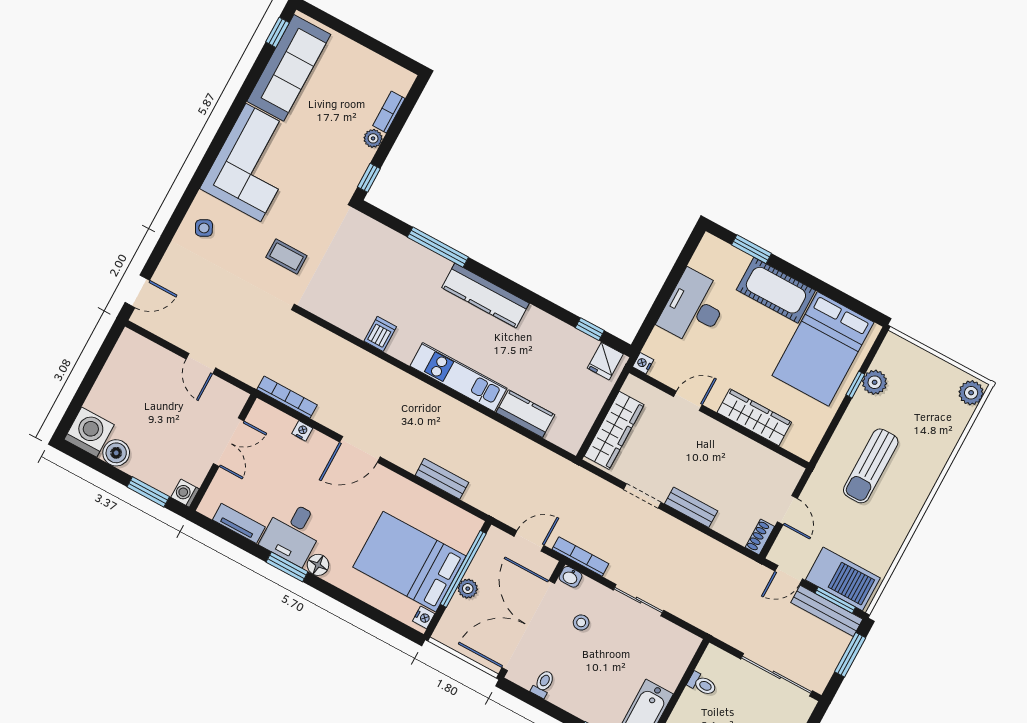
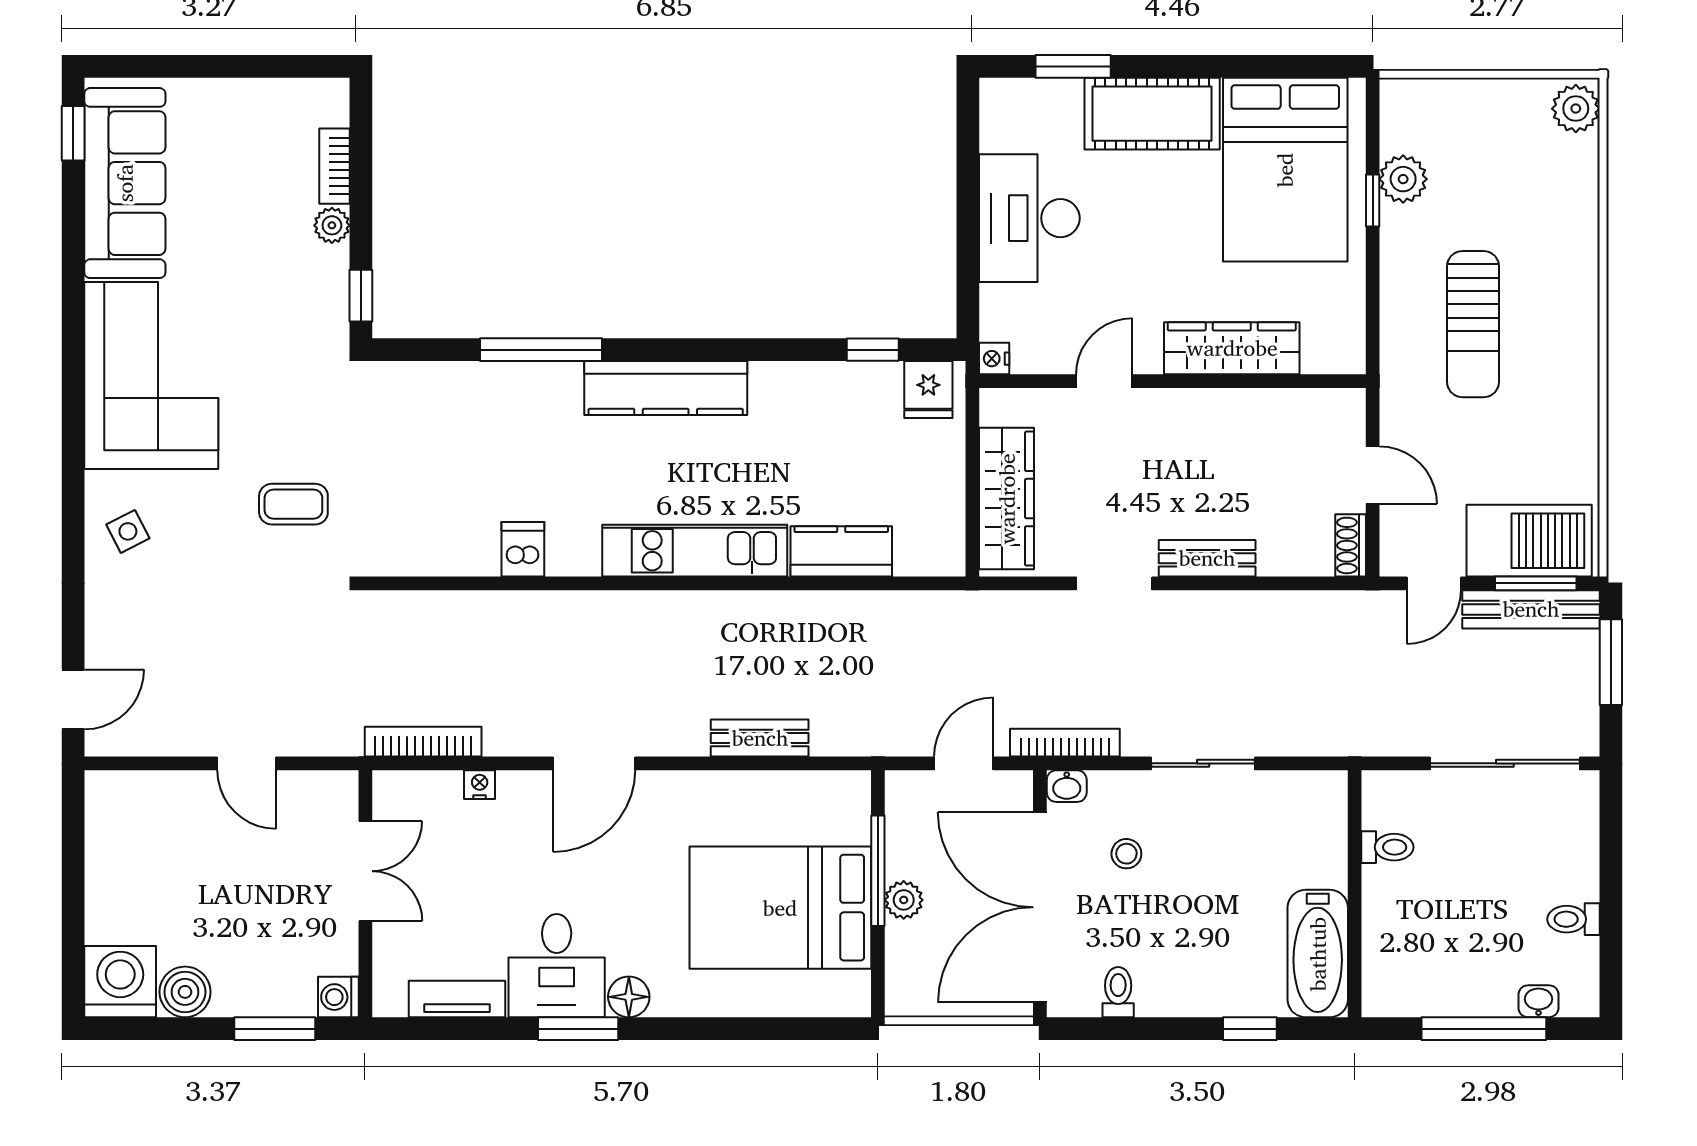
window: (463, 569) -> (878, 871), width x0.68
nightstand: (424, 617) -> (855, 989), removed

